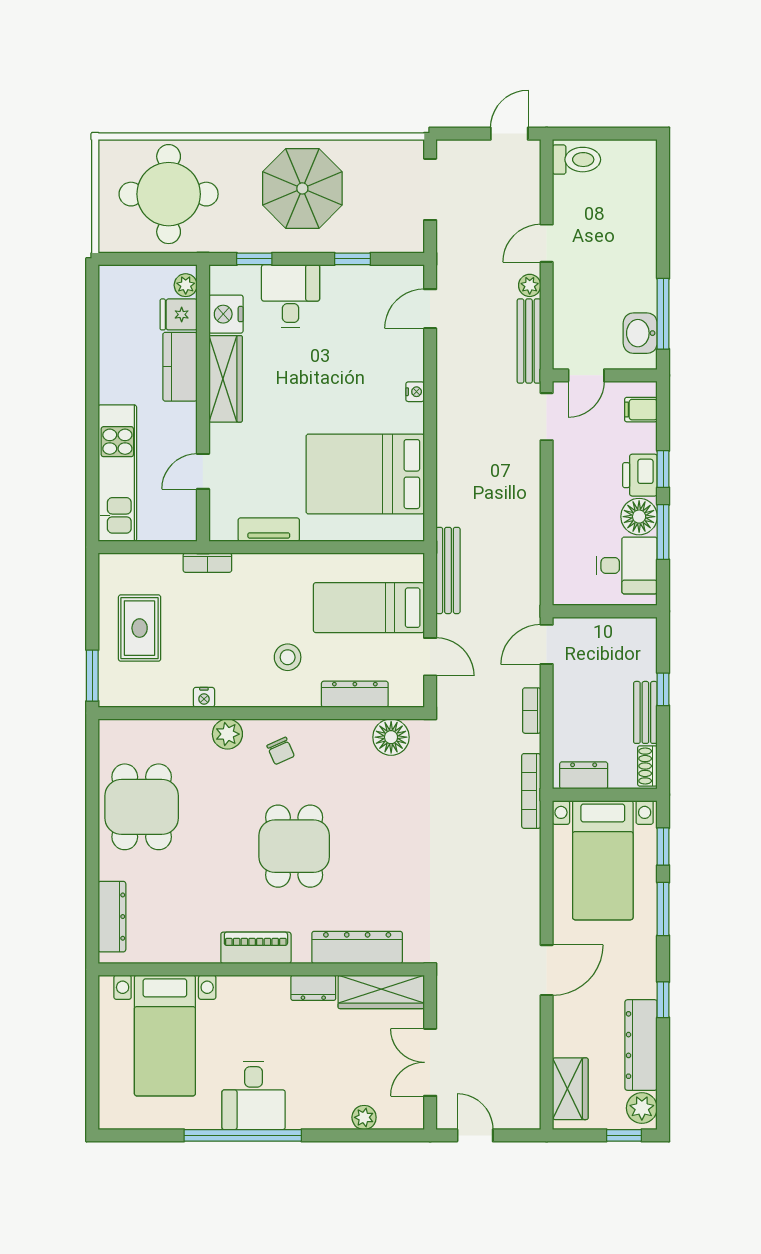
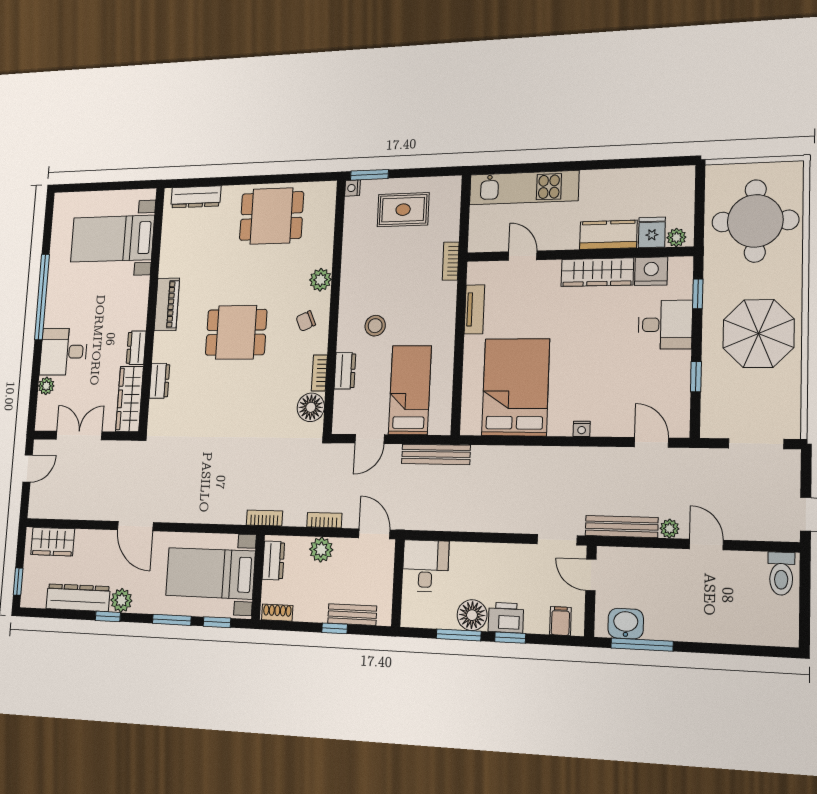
desk: (627, 565) -> (426, 566), moved, turned 180
dresser: (355, 694) -> (345, 371), width x0.70
nightstand: (204, 697) -> (353, 188), moved
bench: (645, 712) -> (352, 615), moved
plant: (568, 713) -> (321, 550), added
bookcase: (347, 728) -> (319, 373), added
bookcase: (531, 791) -> (264, 518), width x0.64
dresser: (357, 947) -> (159, 381), width x0.51, depth x0.80
desk: (254, 1095) -> (64, 352), moved
plant: (642, 1108) -> (121, 600), moved

